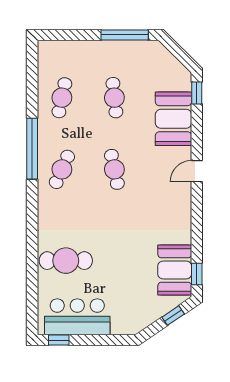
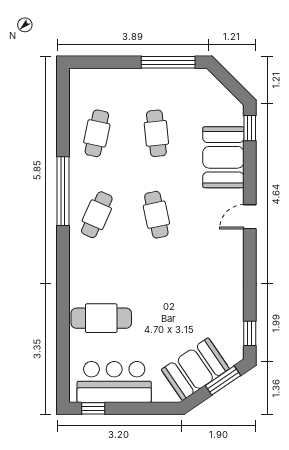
booth: (175, 270) -> (195, 369), moved, turned 56
window: (173, 316) -> (223, 380), width x1.50

